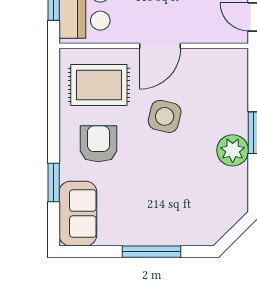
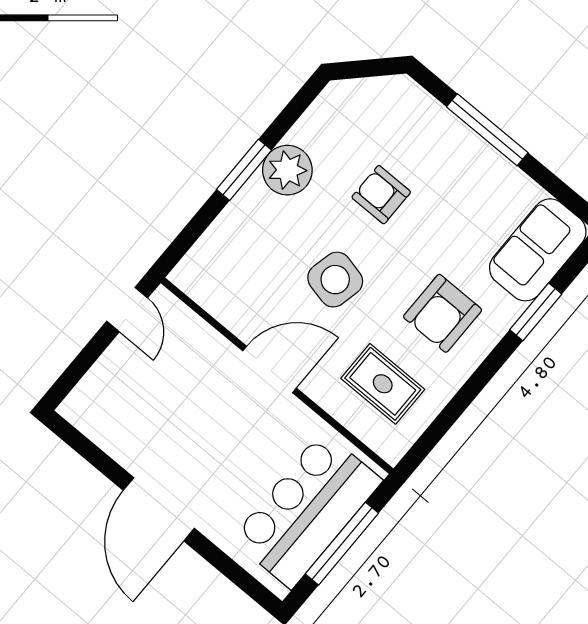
rug: (99, 85) -> (383, 384), width x0.73, depth x0.70
armchair: (177, 177) -> (381, 195), added

